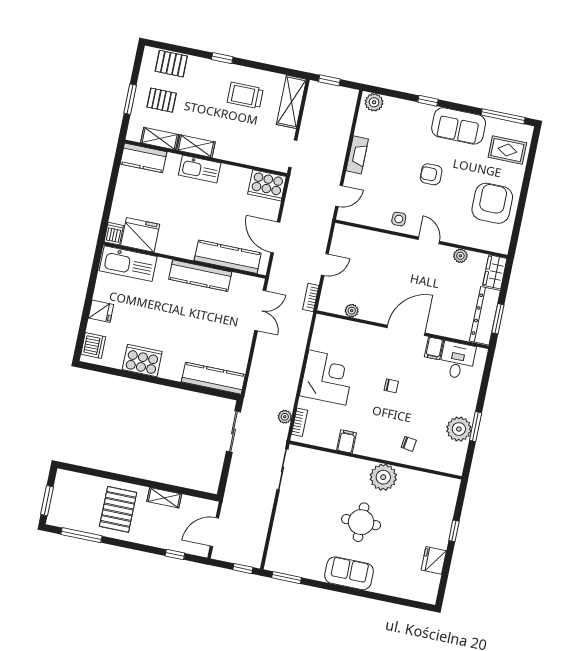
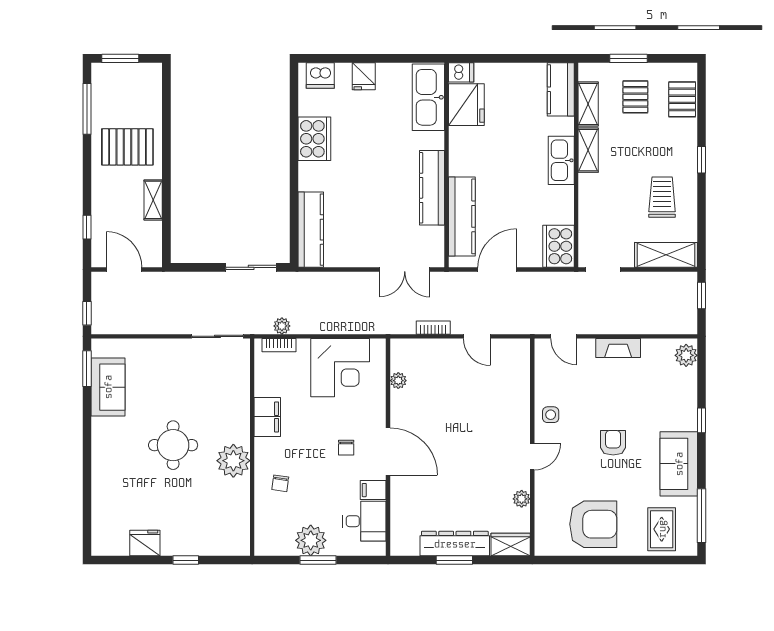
plant: (352, 311) -> (398, 381), moved
wall: (403, 330) -> (388, 447), moved
door: (406, 330) -> (388, 452), moved
filing cabinet: (434, 348) -> (373, 490), moved
desk: (457, 360) -> (364, 521), moved
filing cabinet: (346, 441) -> (267, 417), width x2.00
sofa: (349, 573) -> (108, 387), moved

